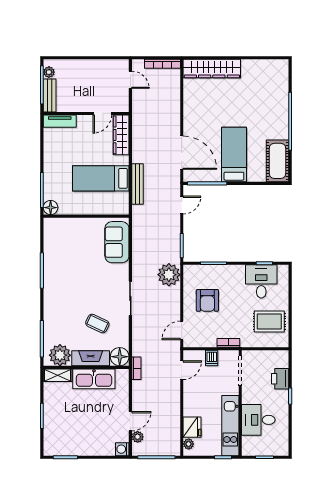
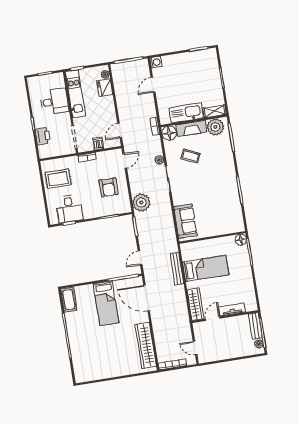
wardrobe: (212, 69) -> (146, 345), moved, turned -90
tv unit: (60, 121) -> (232, 309), moved
cot: (278, 161) -> (69, 300), width x0.73, depth x0.75
armchair: (207, 300) -> (108, 187), turned 180
plant: (138, 437) -> (159, 160), moved

